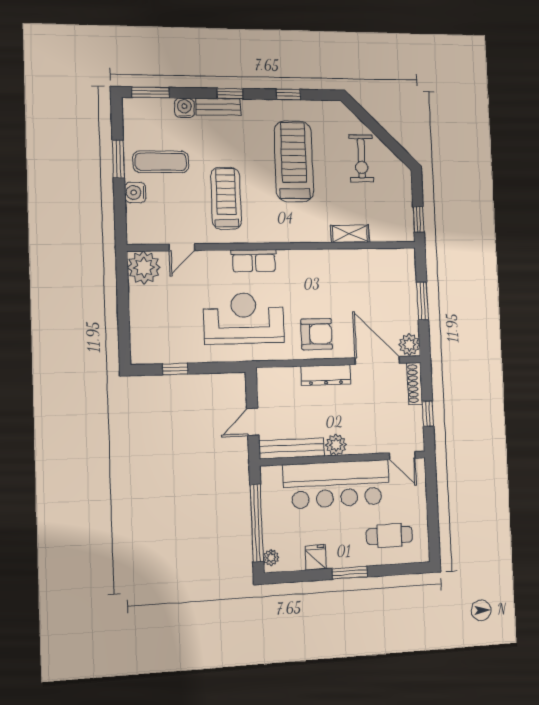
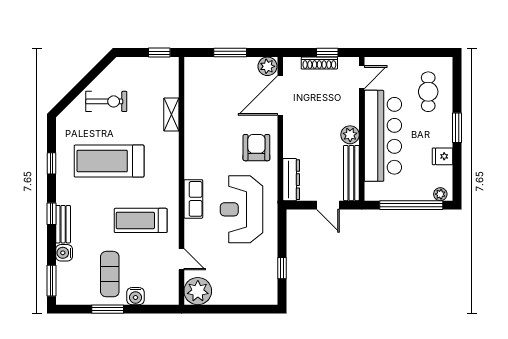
dresser: (326, 375) -> (291, 180), moved
shoe rack: (415, 384) -> (319, 63), moved

